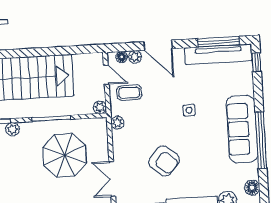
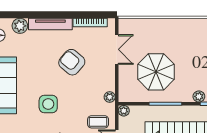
side table: (189, 110) -> (48, 104), width x1.87, depth x1.87

